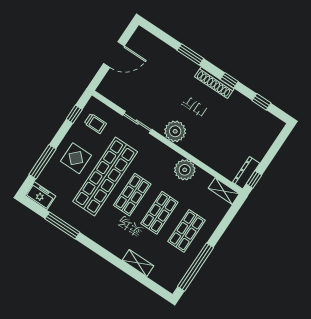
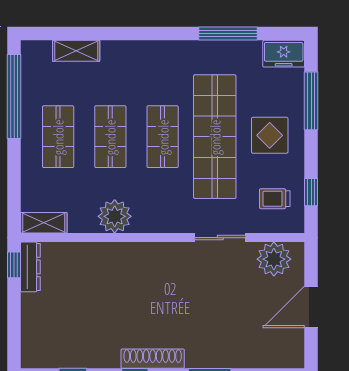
plant: (175, 131) -> (274, 259), moved
shelving: (138, 263) -> (76, 51), moved

